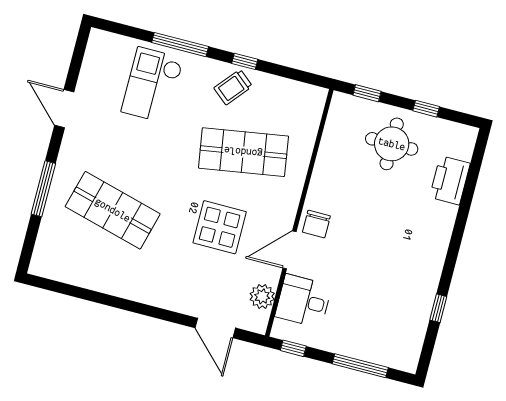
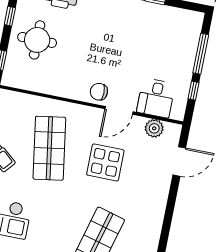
chair: (316, 224) -> (99, 92), turned 180
door: (290, 250) -> (119, 110), hinge flipped
window: (293, 348) -> (193, 91), moved

